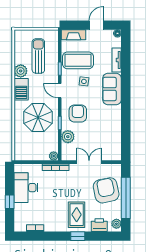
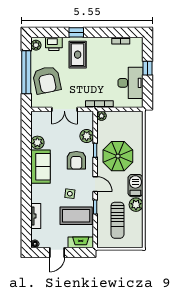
sofa: (112, 89) -> (41, 167), moved
plant: (115, 130) -> (37, 143), added

